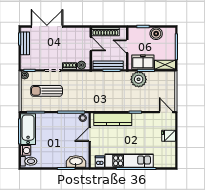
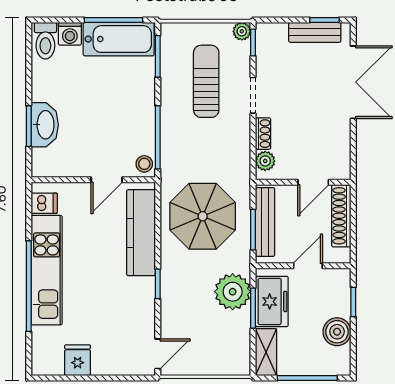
parasol: (106, 92) -> (203, 216), added
door: (90, 134) -> (107, 180), swing flipped
fridge: (169, 136) -> (78, 360), moved
washbasin: (76, 162) -> (45, 125), moved

